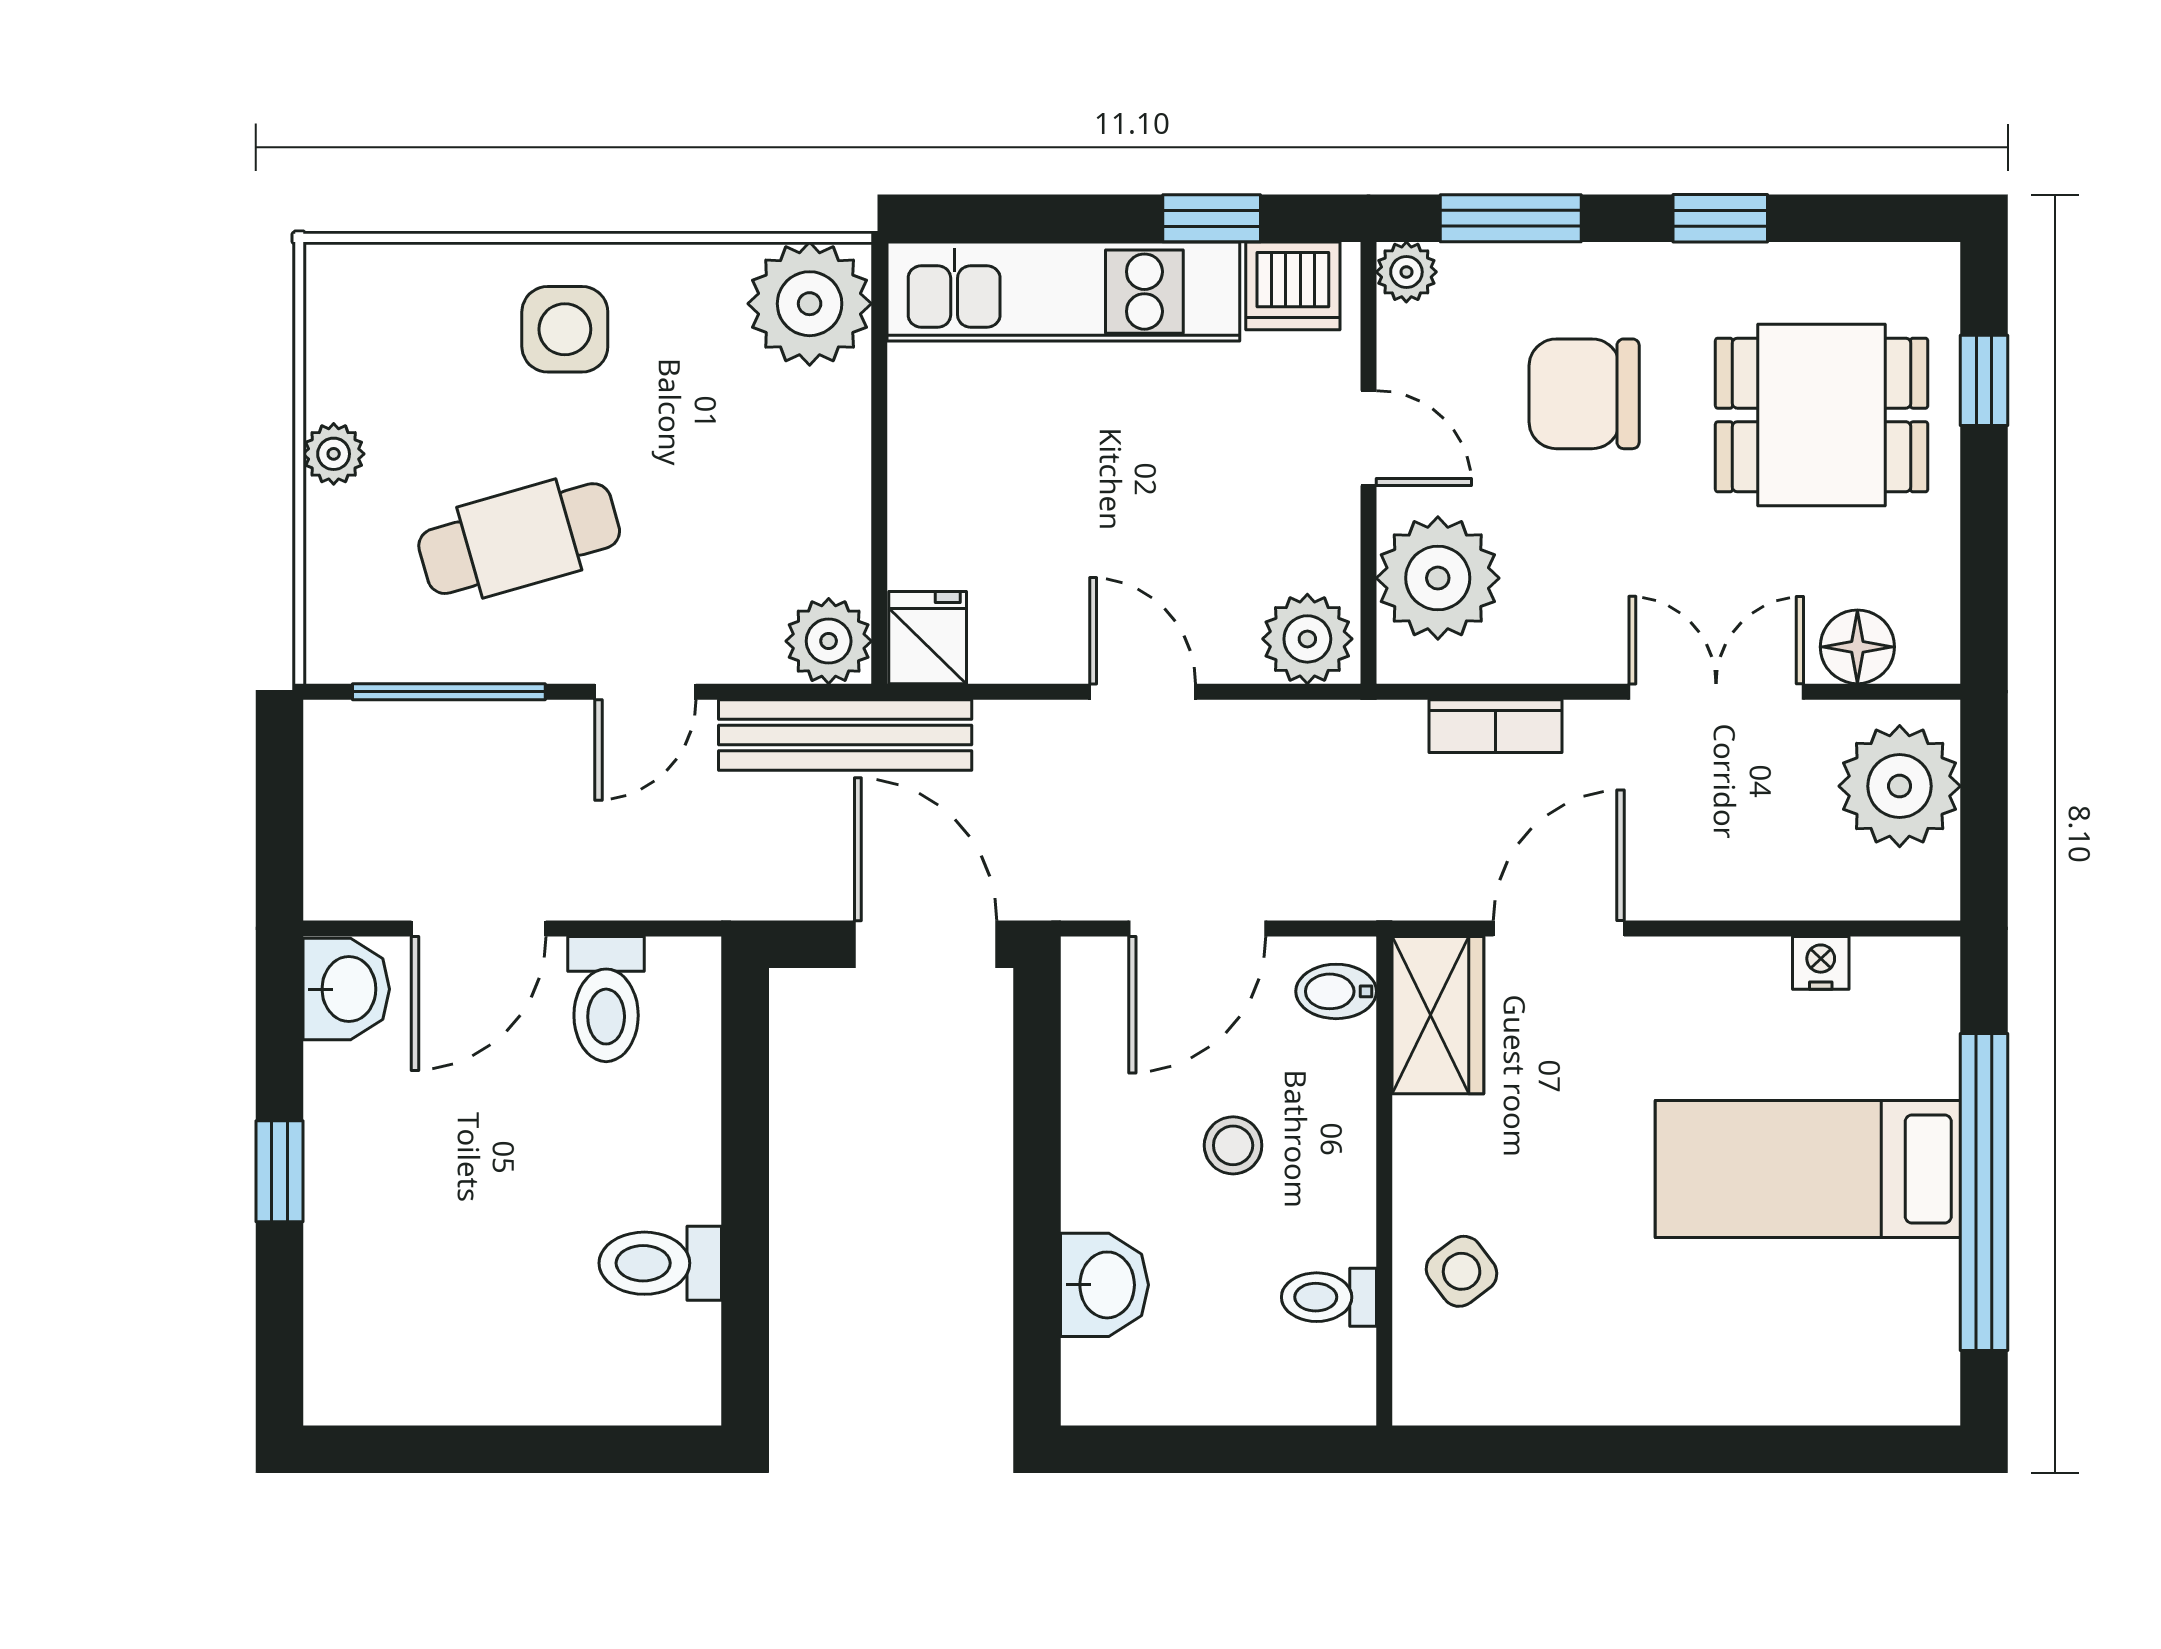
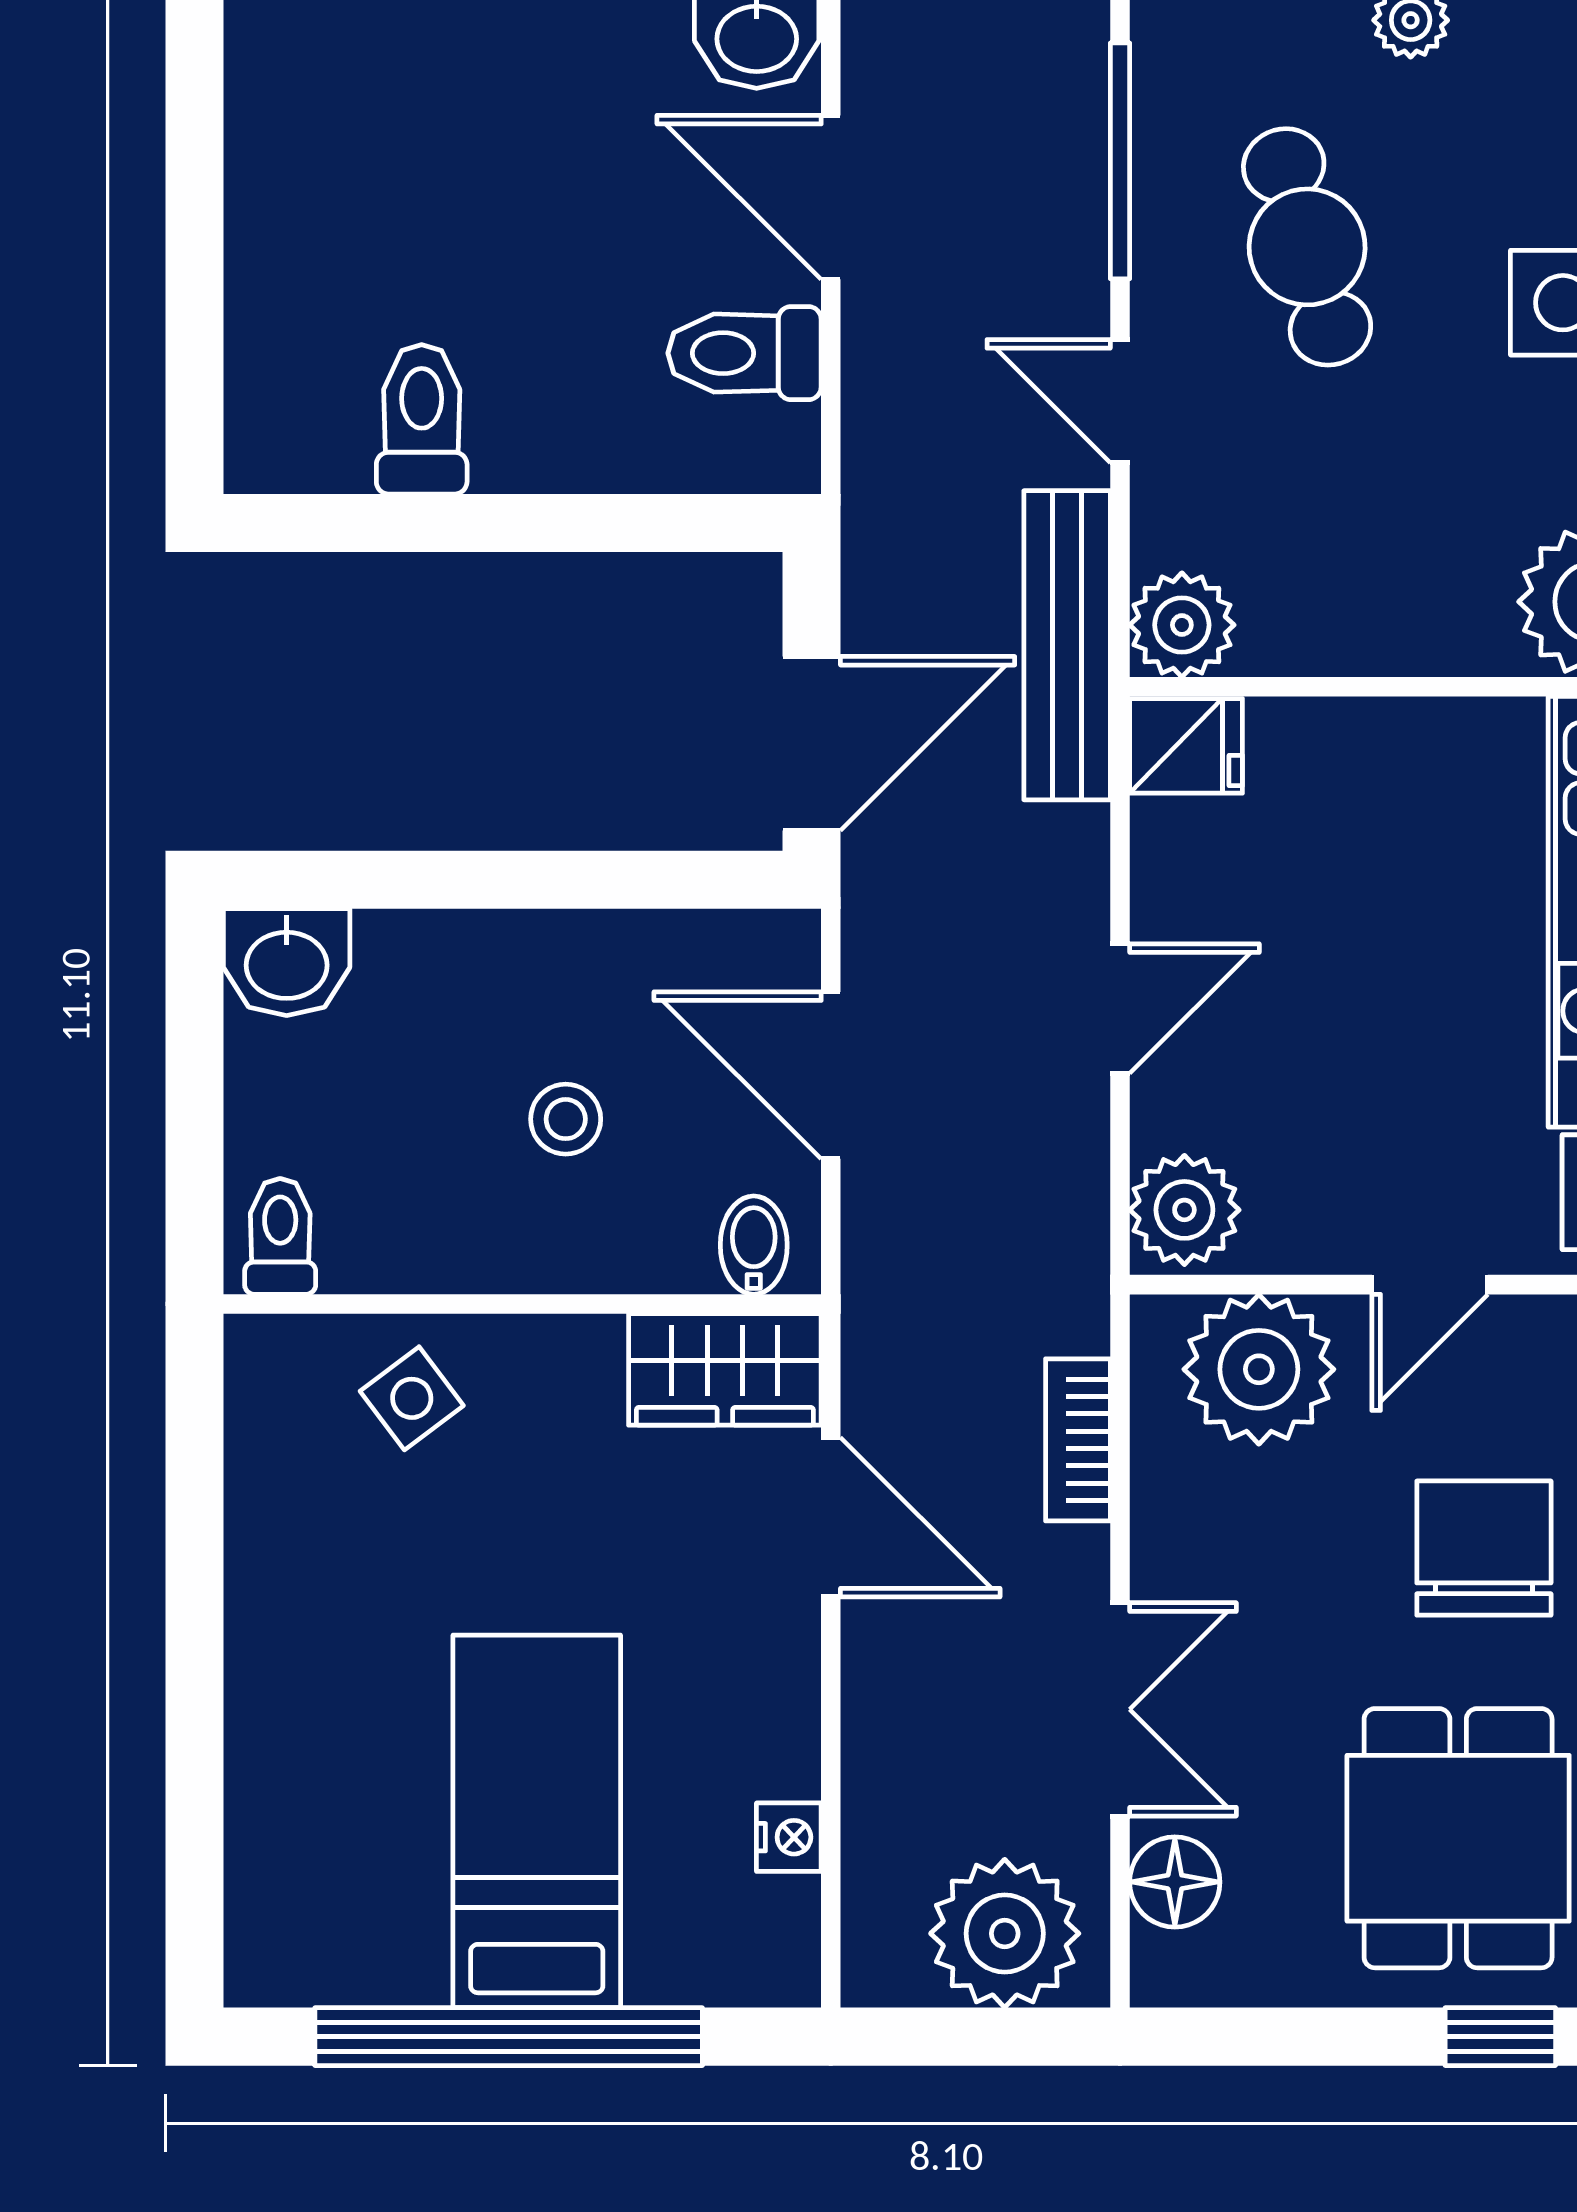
washbasin: (1105, 1285) -> (287, 962), moved
toilet: (1329, 1297) -> (280, 1236), moved

